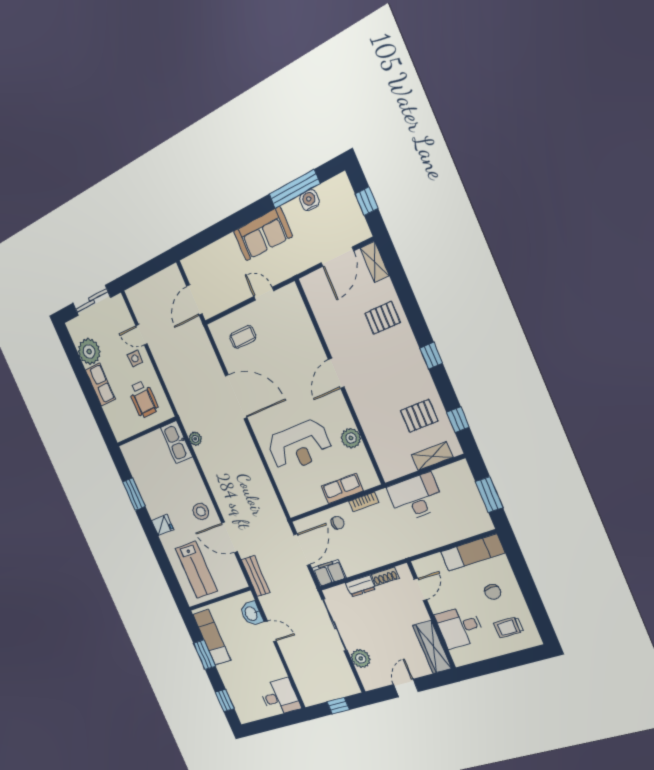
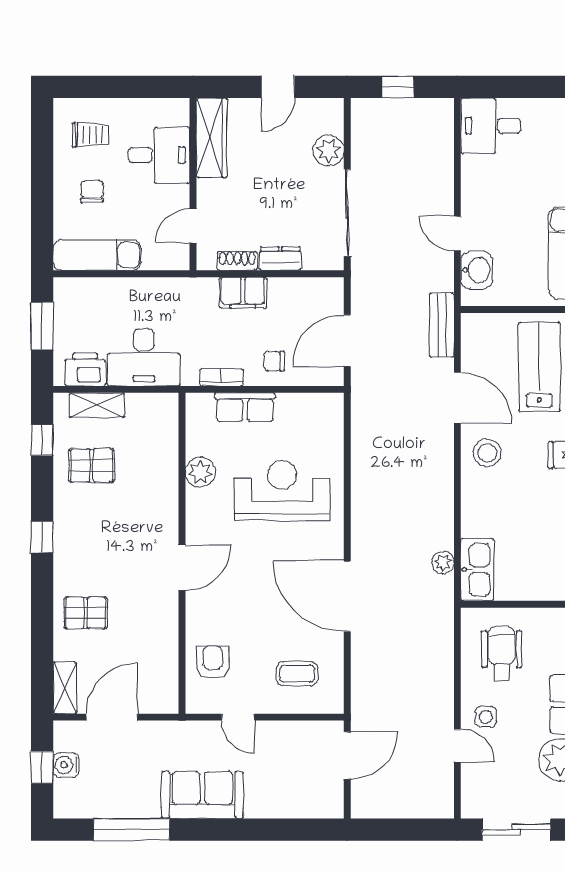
water cooler: (309, 200) -> (66, 765), moved, turned 90
armchair: (293, 321) -> (213, 662), added
printer: (449, 476) -> (85, 369), added
filing cabinet: (329, 573) -> (243, 293), moved

